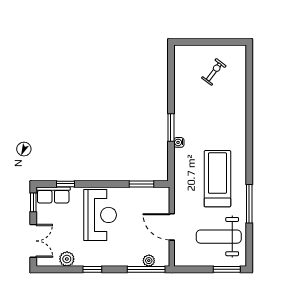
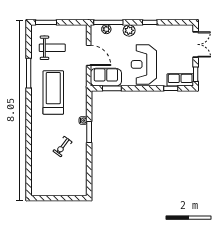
exercise bike: (214, 72) -> (63, 147), moved
treadmill: (217, 179) -> (53, 92), turned 180
sofa: (149, 198) -> (106, 77), added
weight bench: (219, 237) -> (52, 48), width x0.73, depth x0.75
double door: (33, 241) -> (196, 44), swing flipped
plant: (67, 259) -> (129, 30), moved

